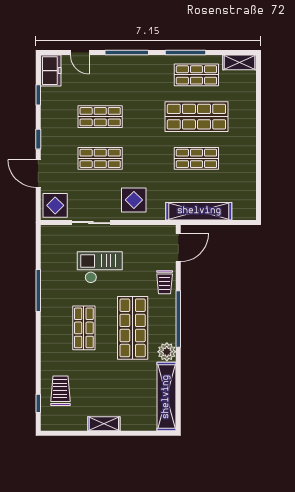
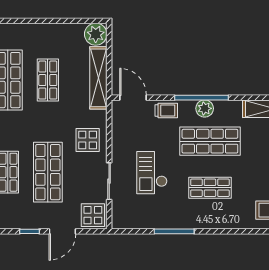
shop shelf: (100, 158) -> (48, 172), width x1.43, depth x1.36
plant: (244, 208) -> (96, 34), added
plant: (167, 352) -> (205, 108), moved

